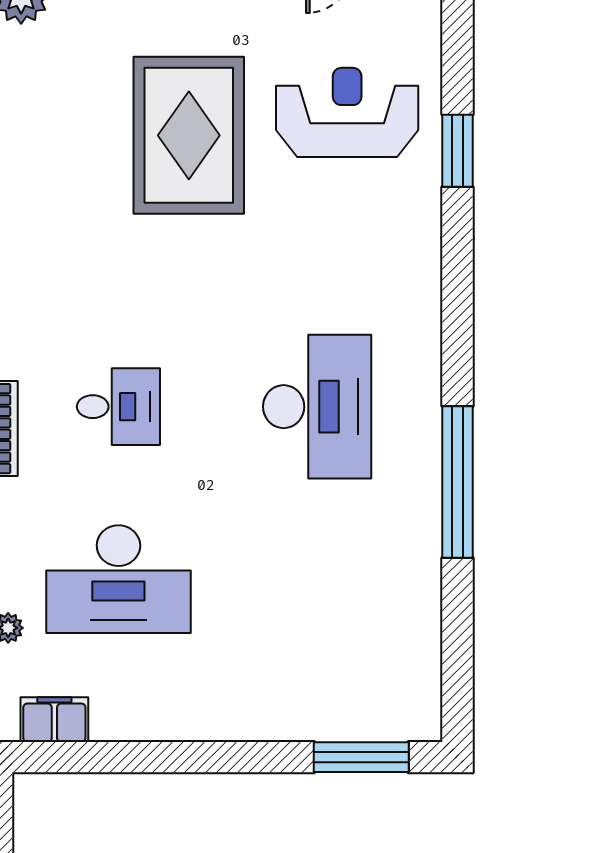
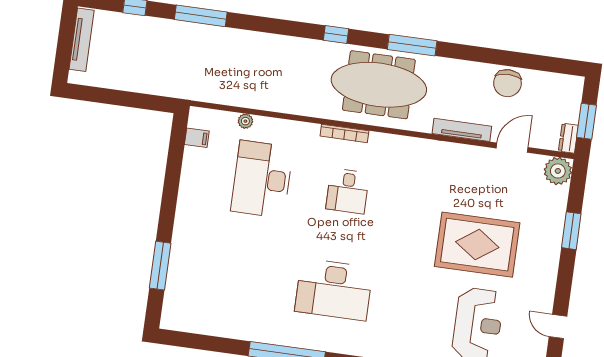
filing cabinet: (54, 720) -> (197, 138), width x0.50
window: (361, 757) -> (160, 266), moved

